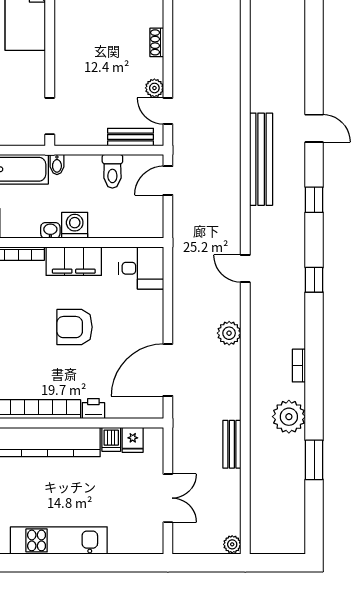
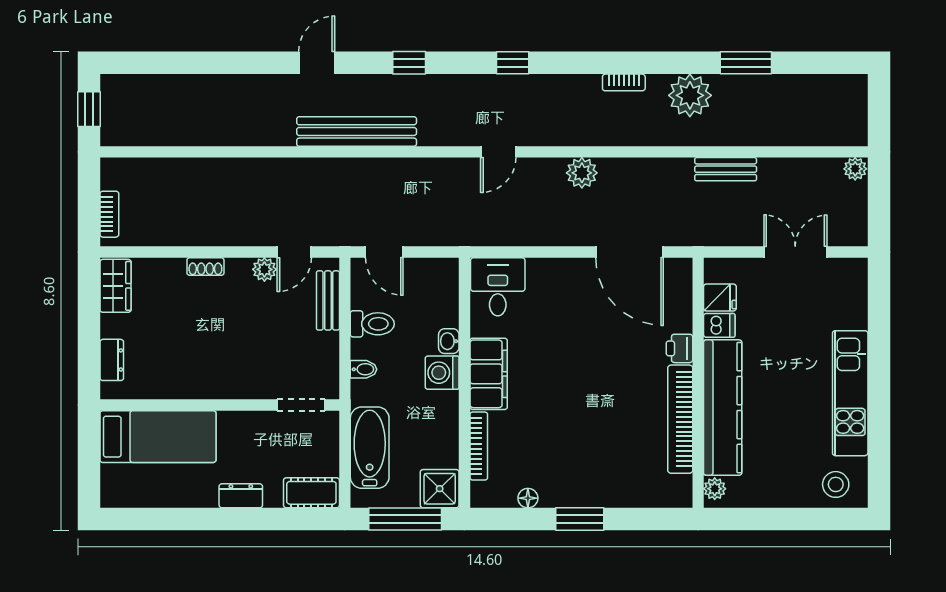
bidet: (57, 164) -> (363, 369), moved
washbasin: (50, 230) -> (449, 341), moved
armchair: (75, 327) -> (574, 373), removed

